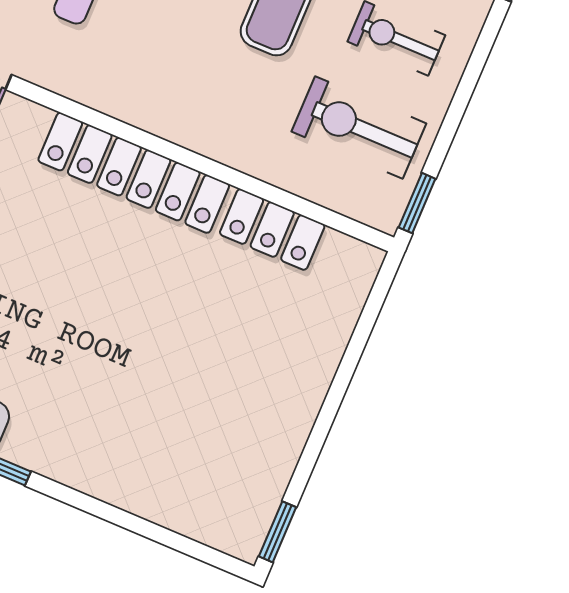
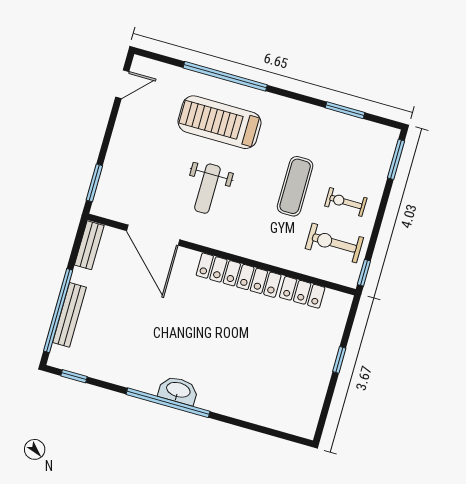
window: (278, 532) -> (339, 360), moved

